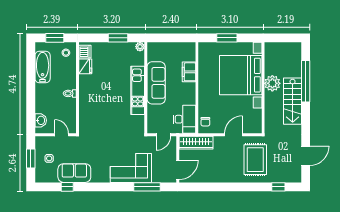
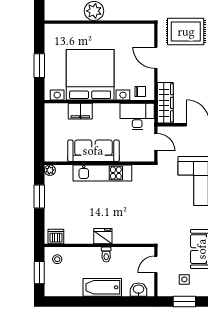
fridge: (85, 66) -> (103, 236), moved
bathtub: (43, 67) -> (102, 287), moved
bed with nightstands: (241, 75) -> (90, 75), moved, turned 180

